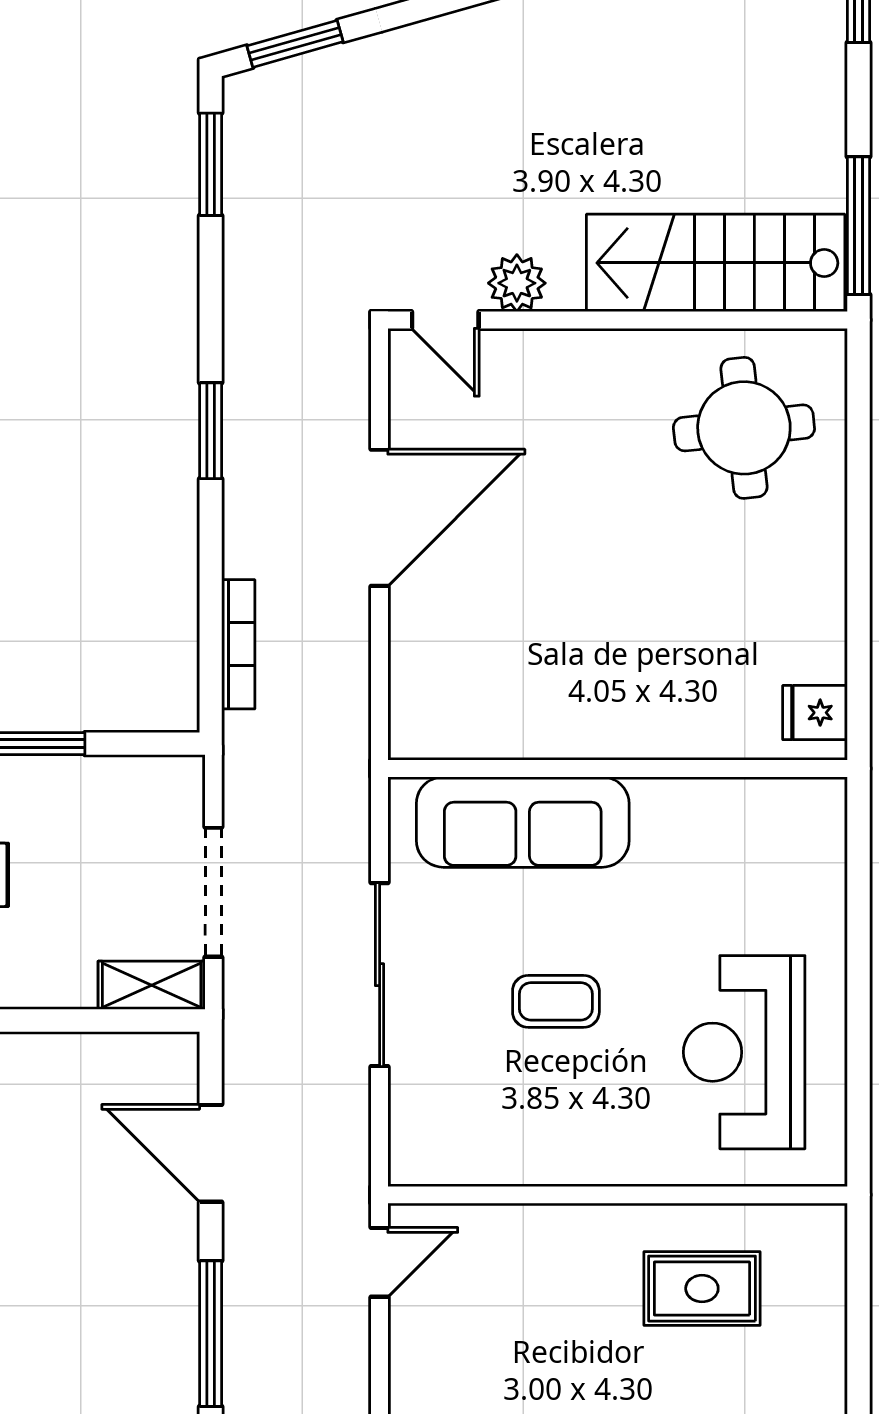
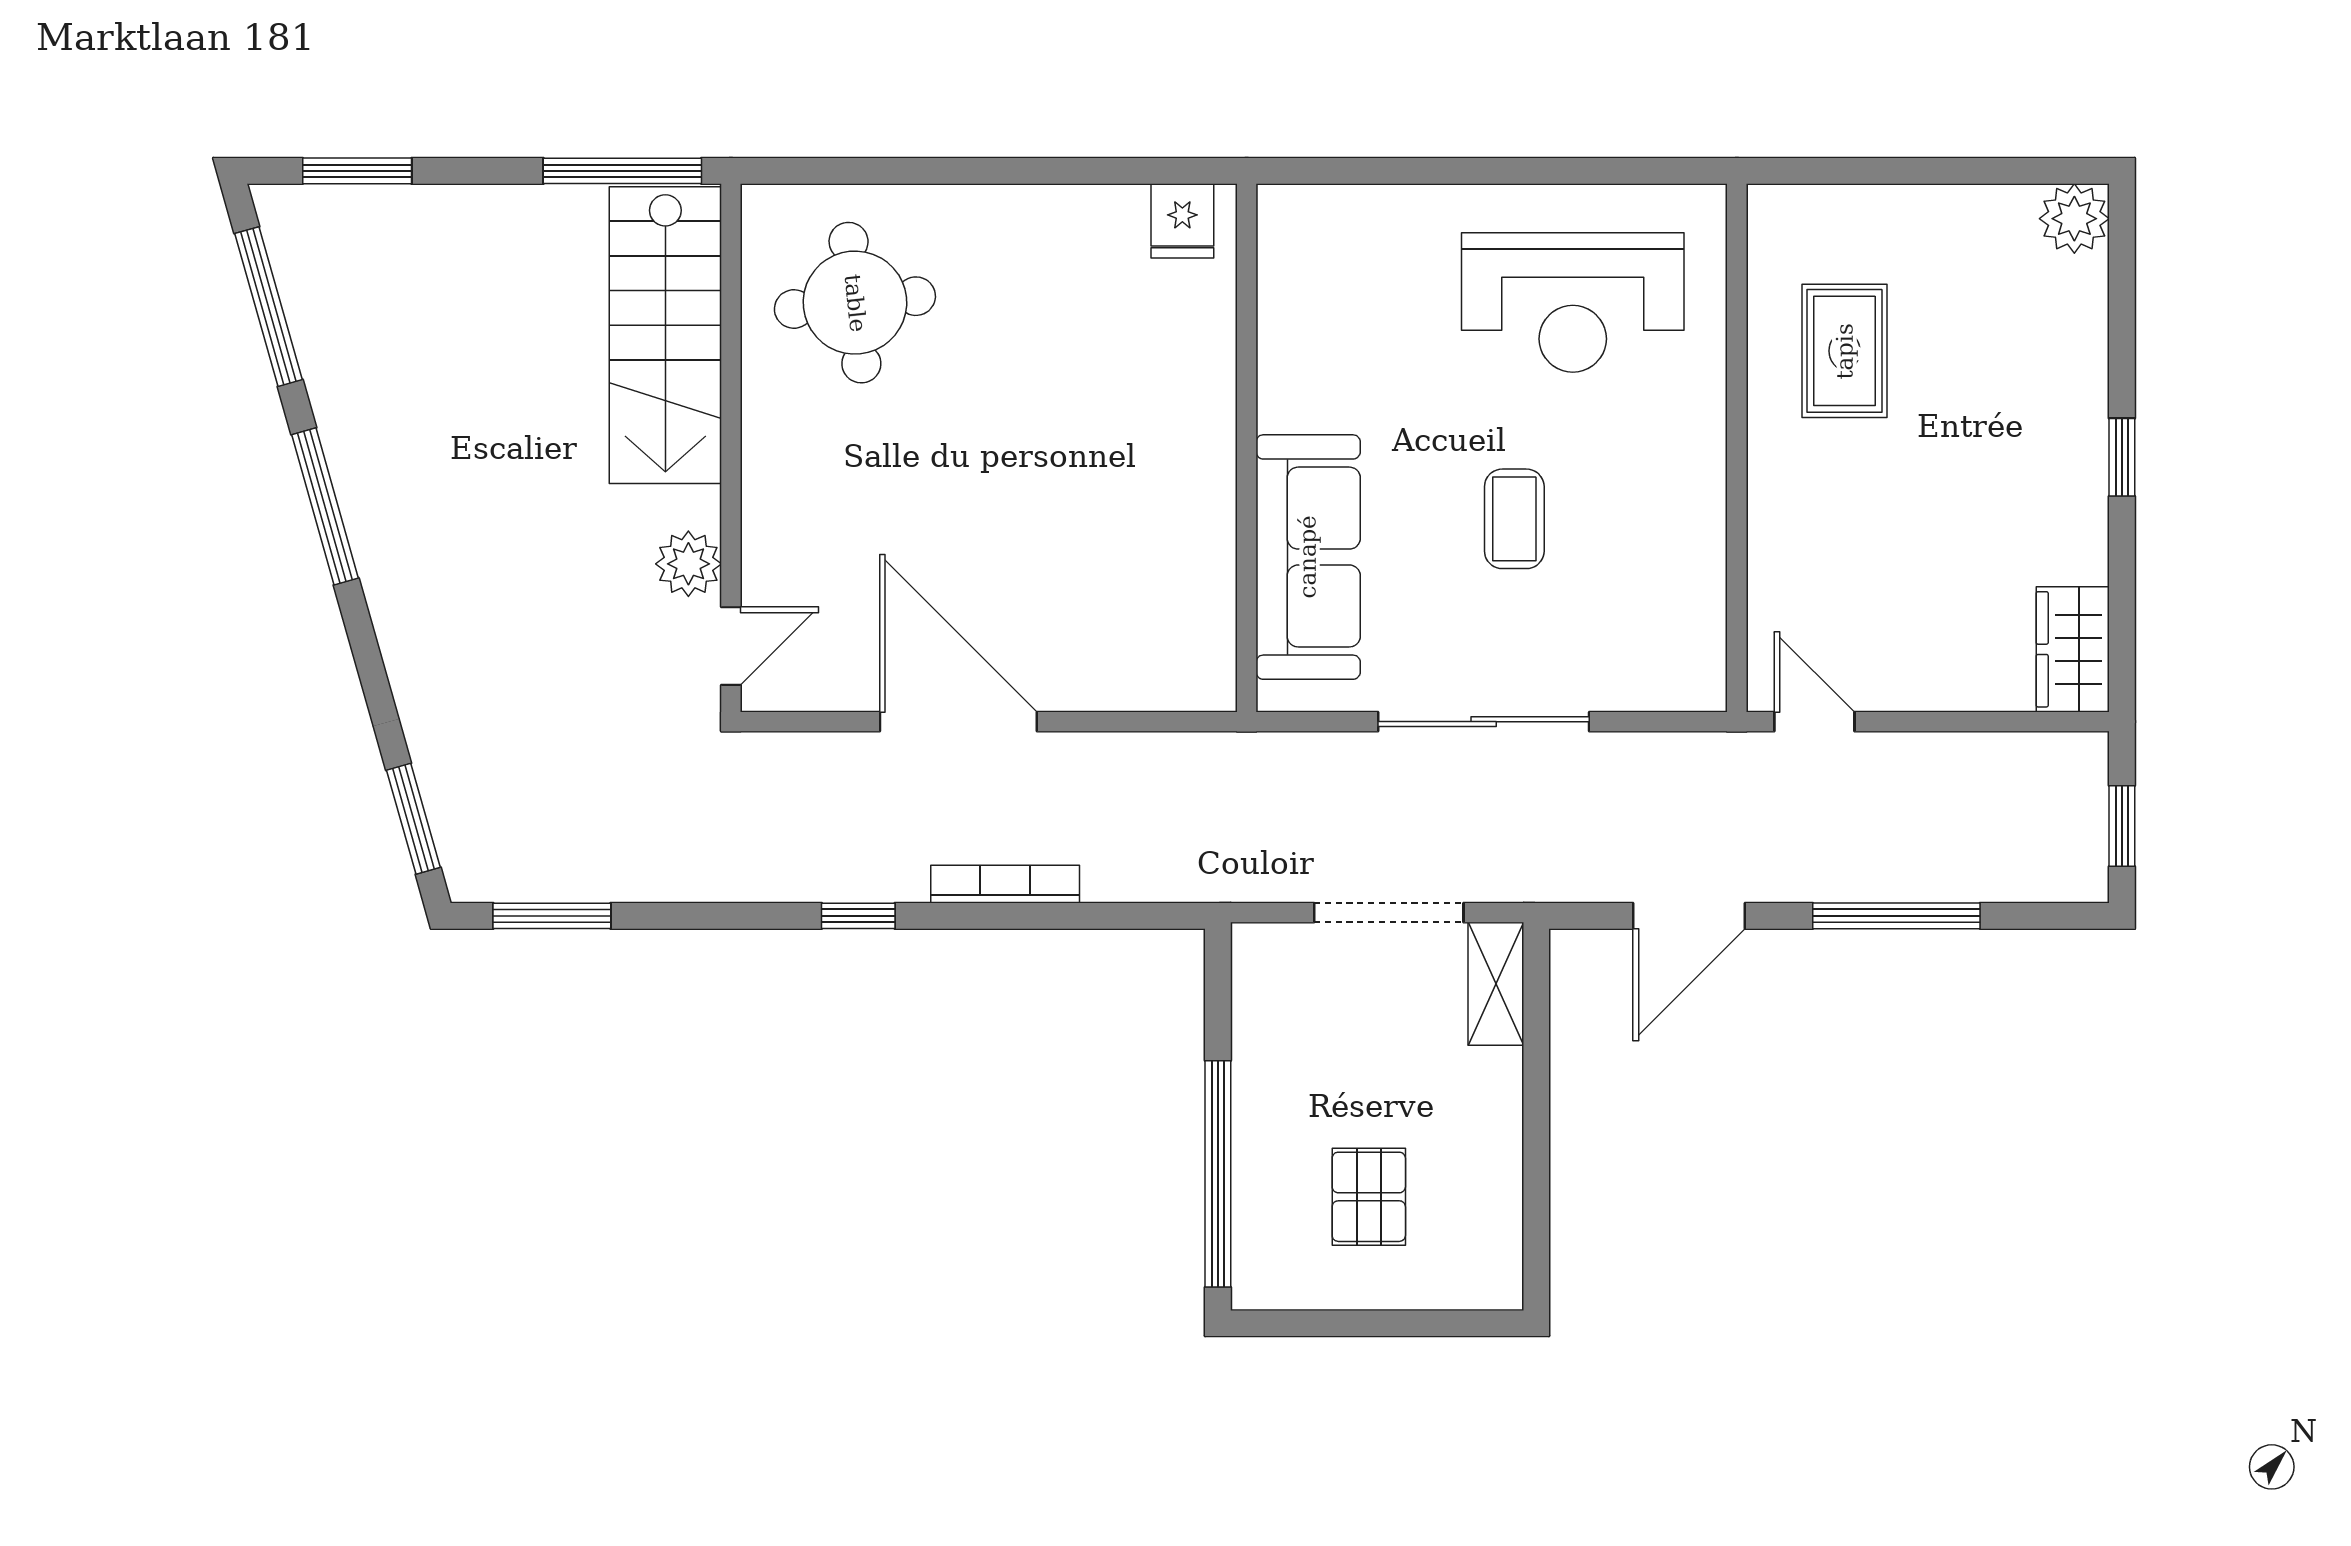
window: (211, 431) -> (858, 916), width x0.67
bookcase: (238, 644) -> (1005, 884), moved

